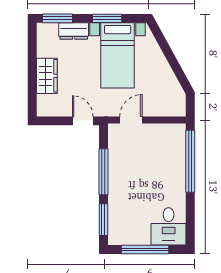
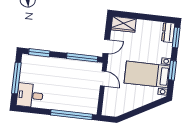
dresser: (74, 31) -> (168, 32), moved
wardrobe: (47, 76) -> (124, 24), moved
window: (103, 172) -> (82, 58), moved

